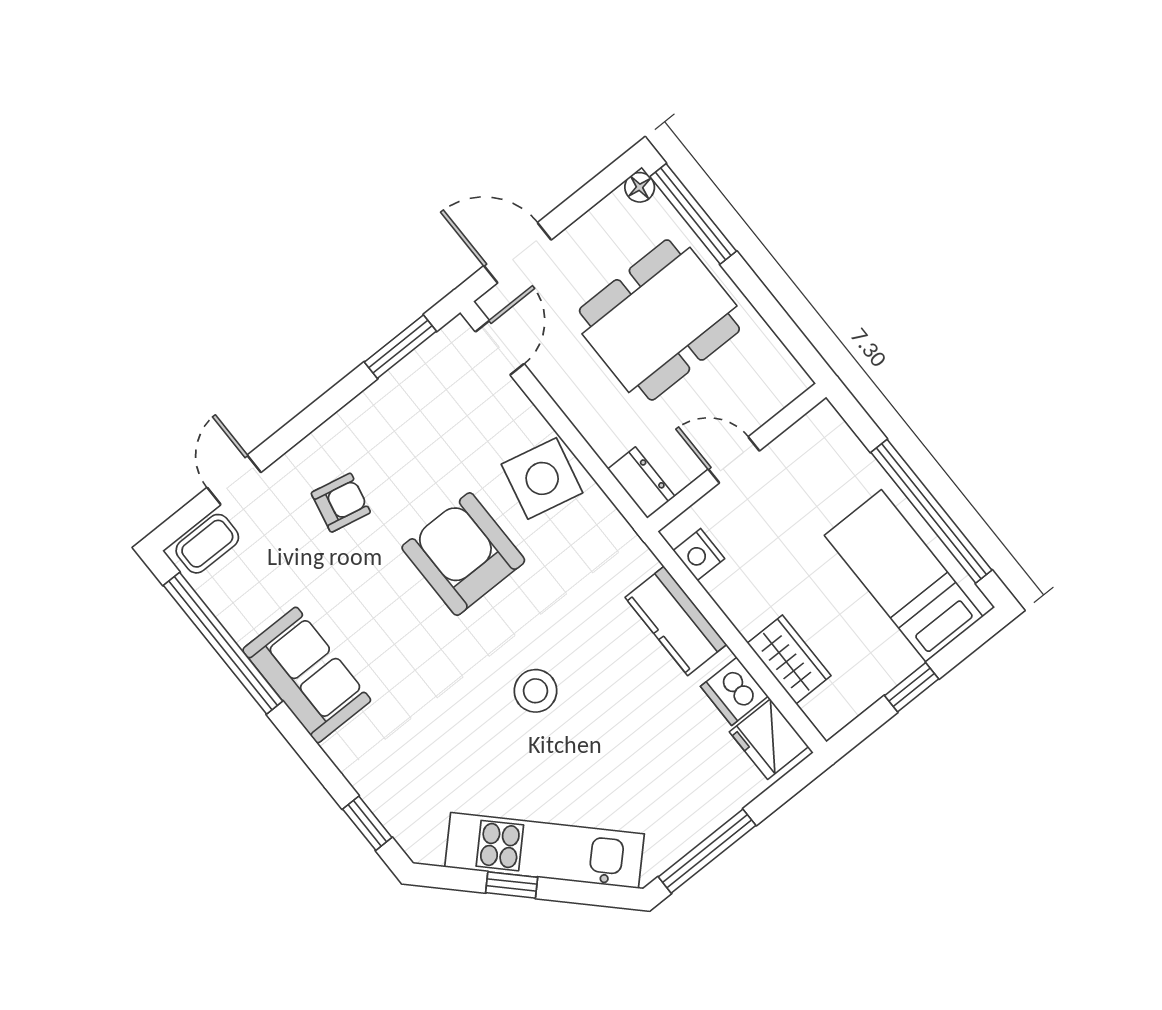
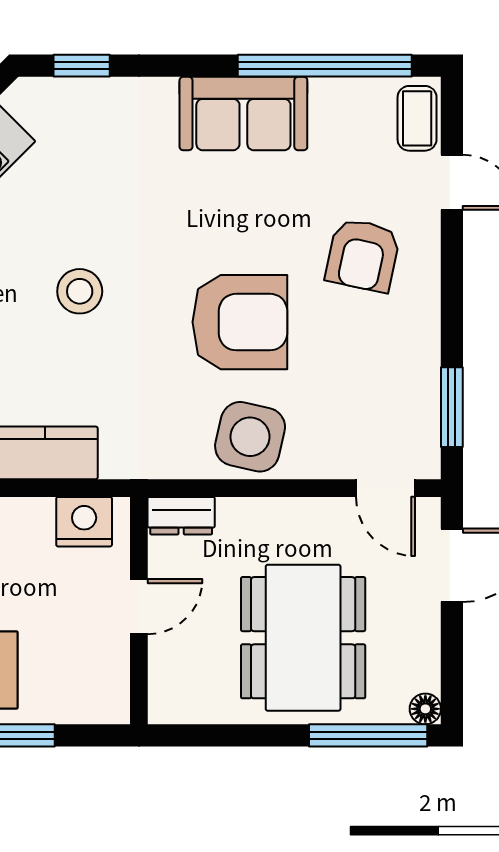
armchair: (341, 503) -> (363, 255), width x1.38, depth x1.38
nightstand: (699, 555) -> (84, 522), width x1.36, depth x1.33

